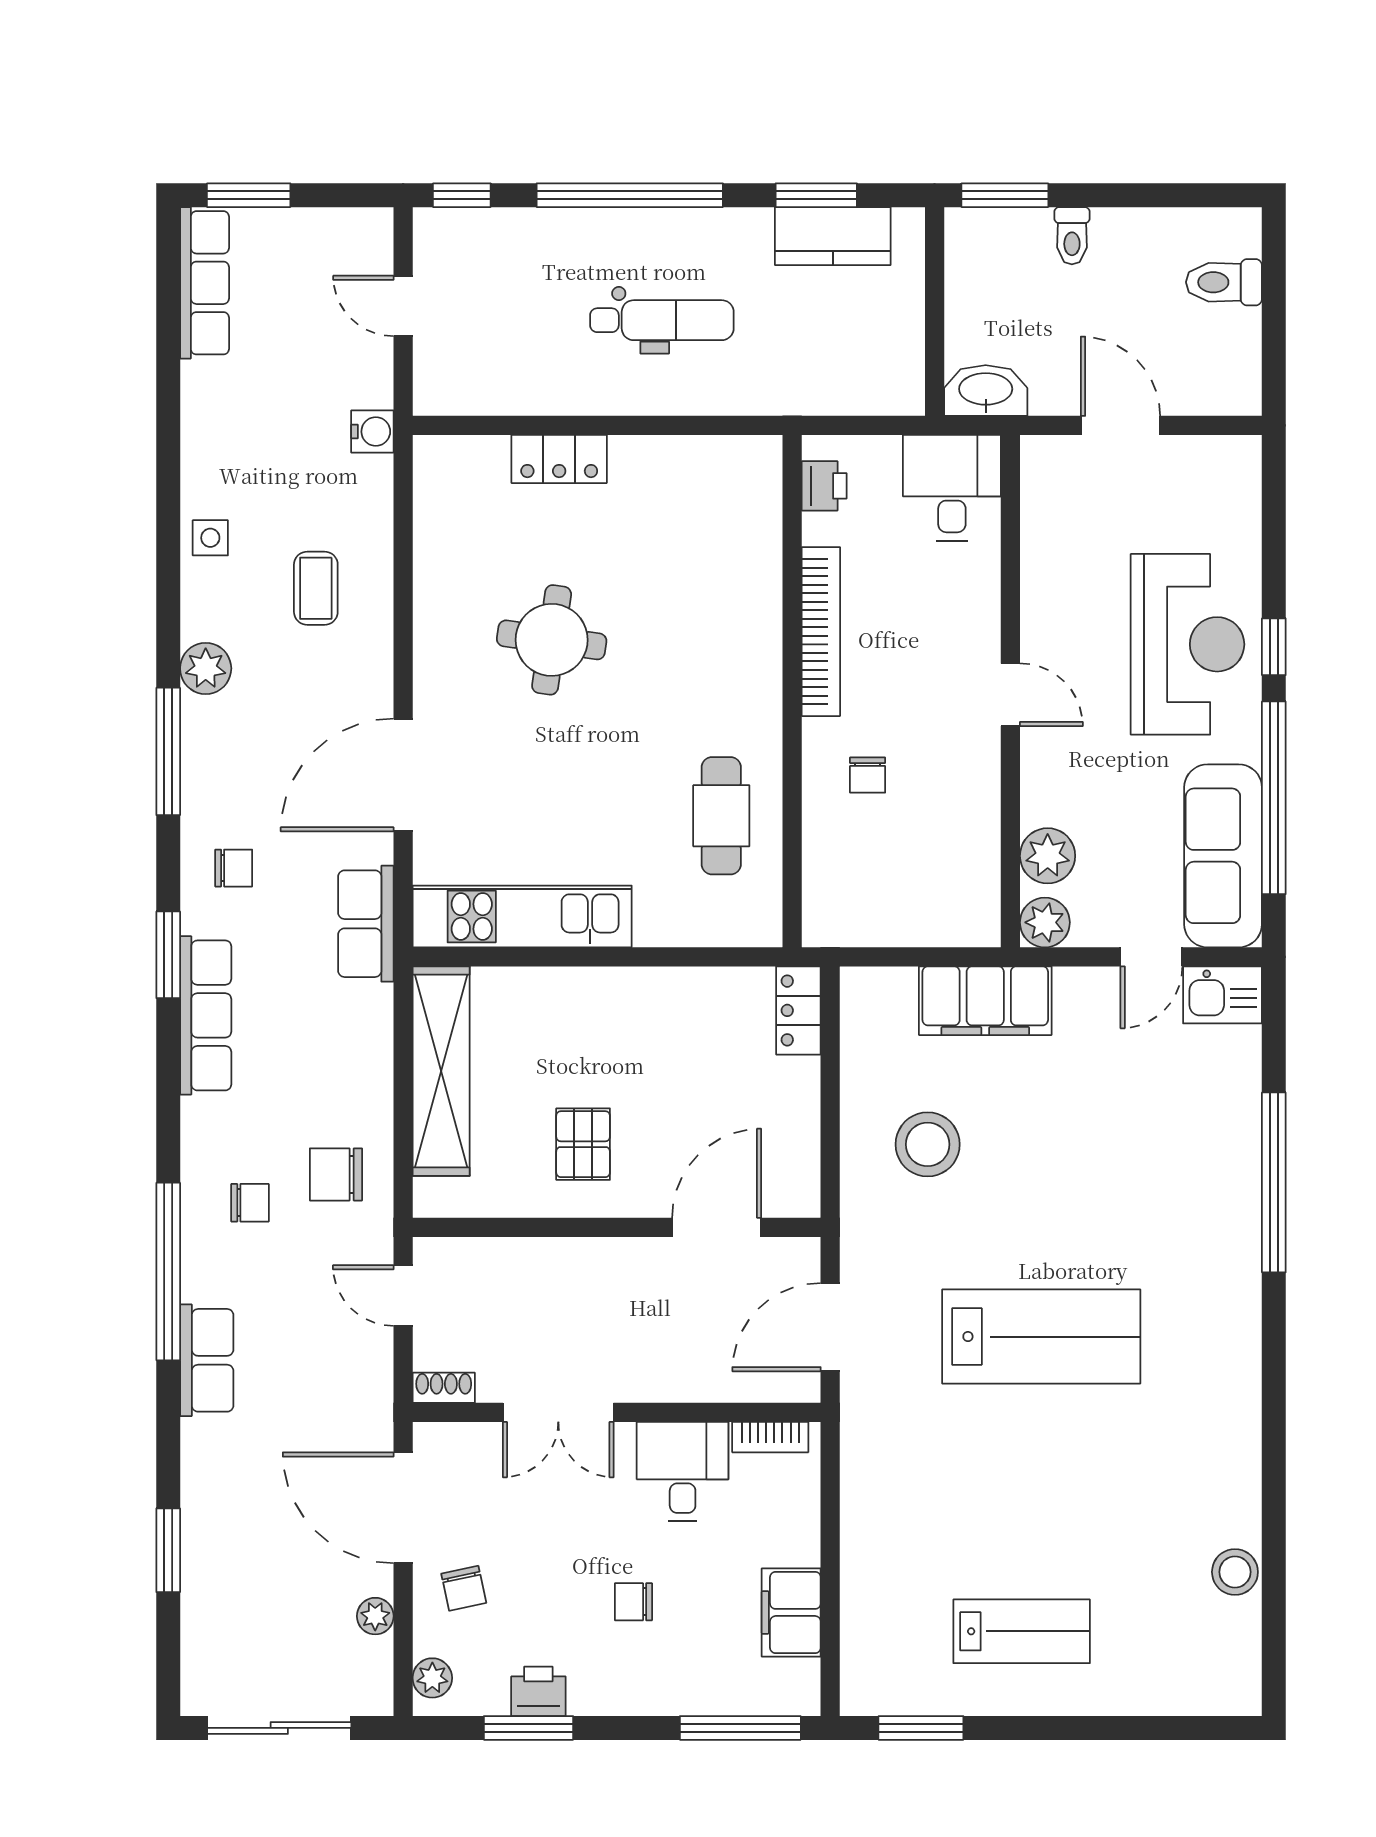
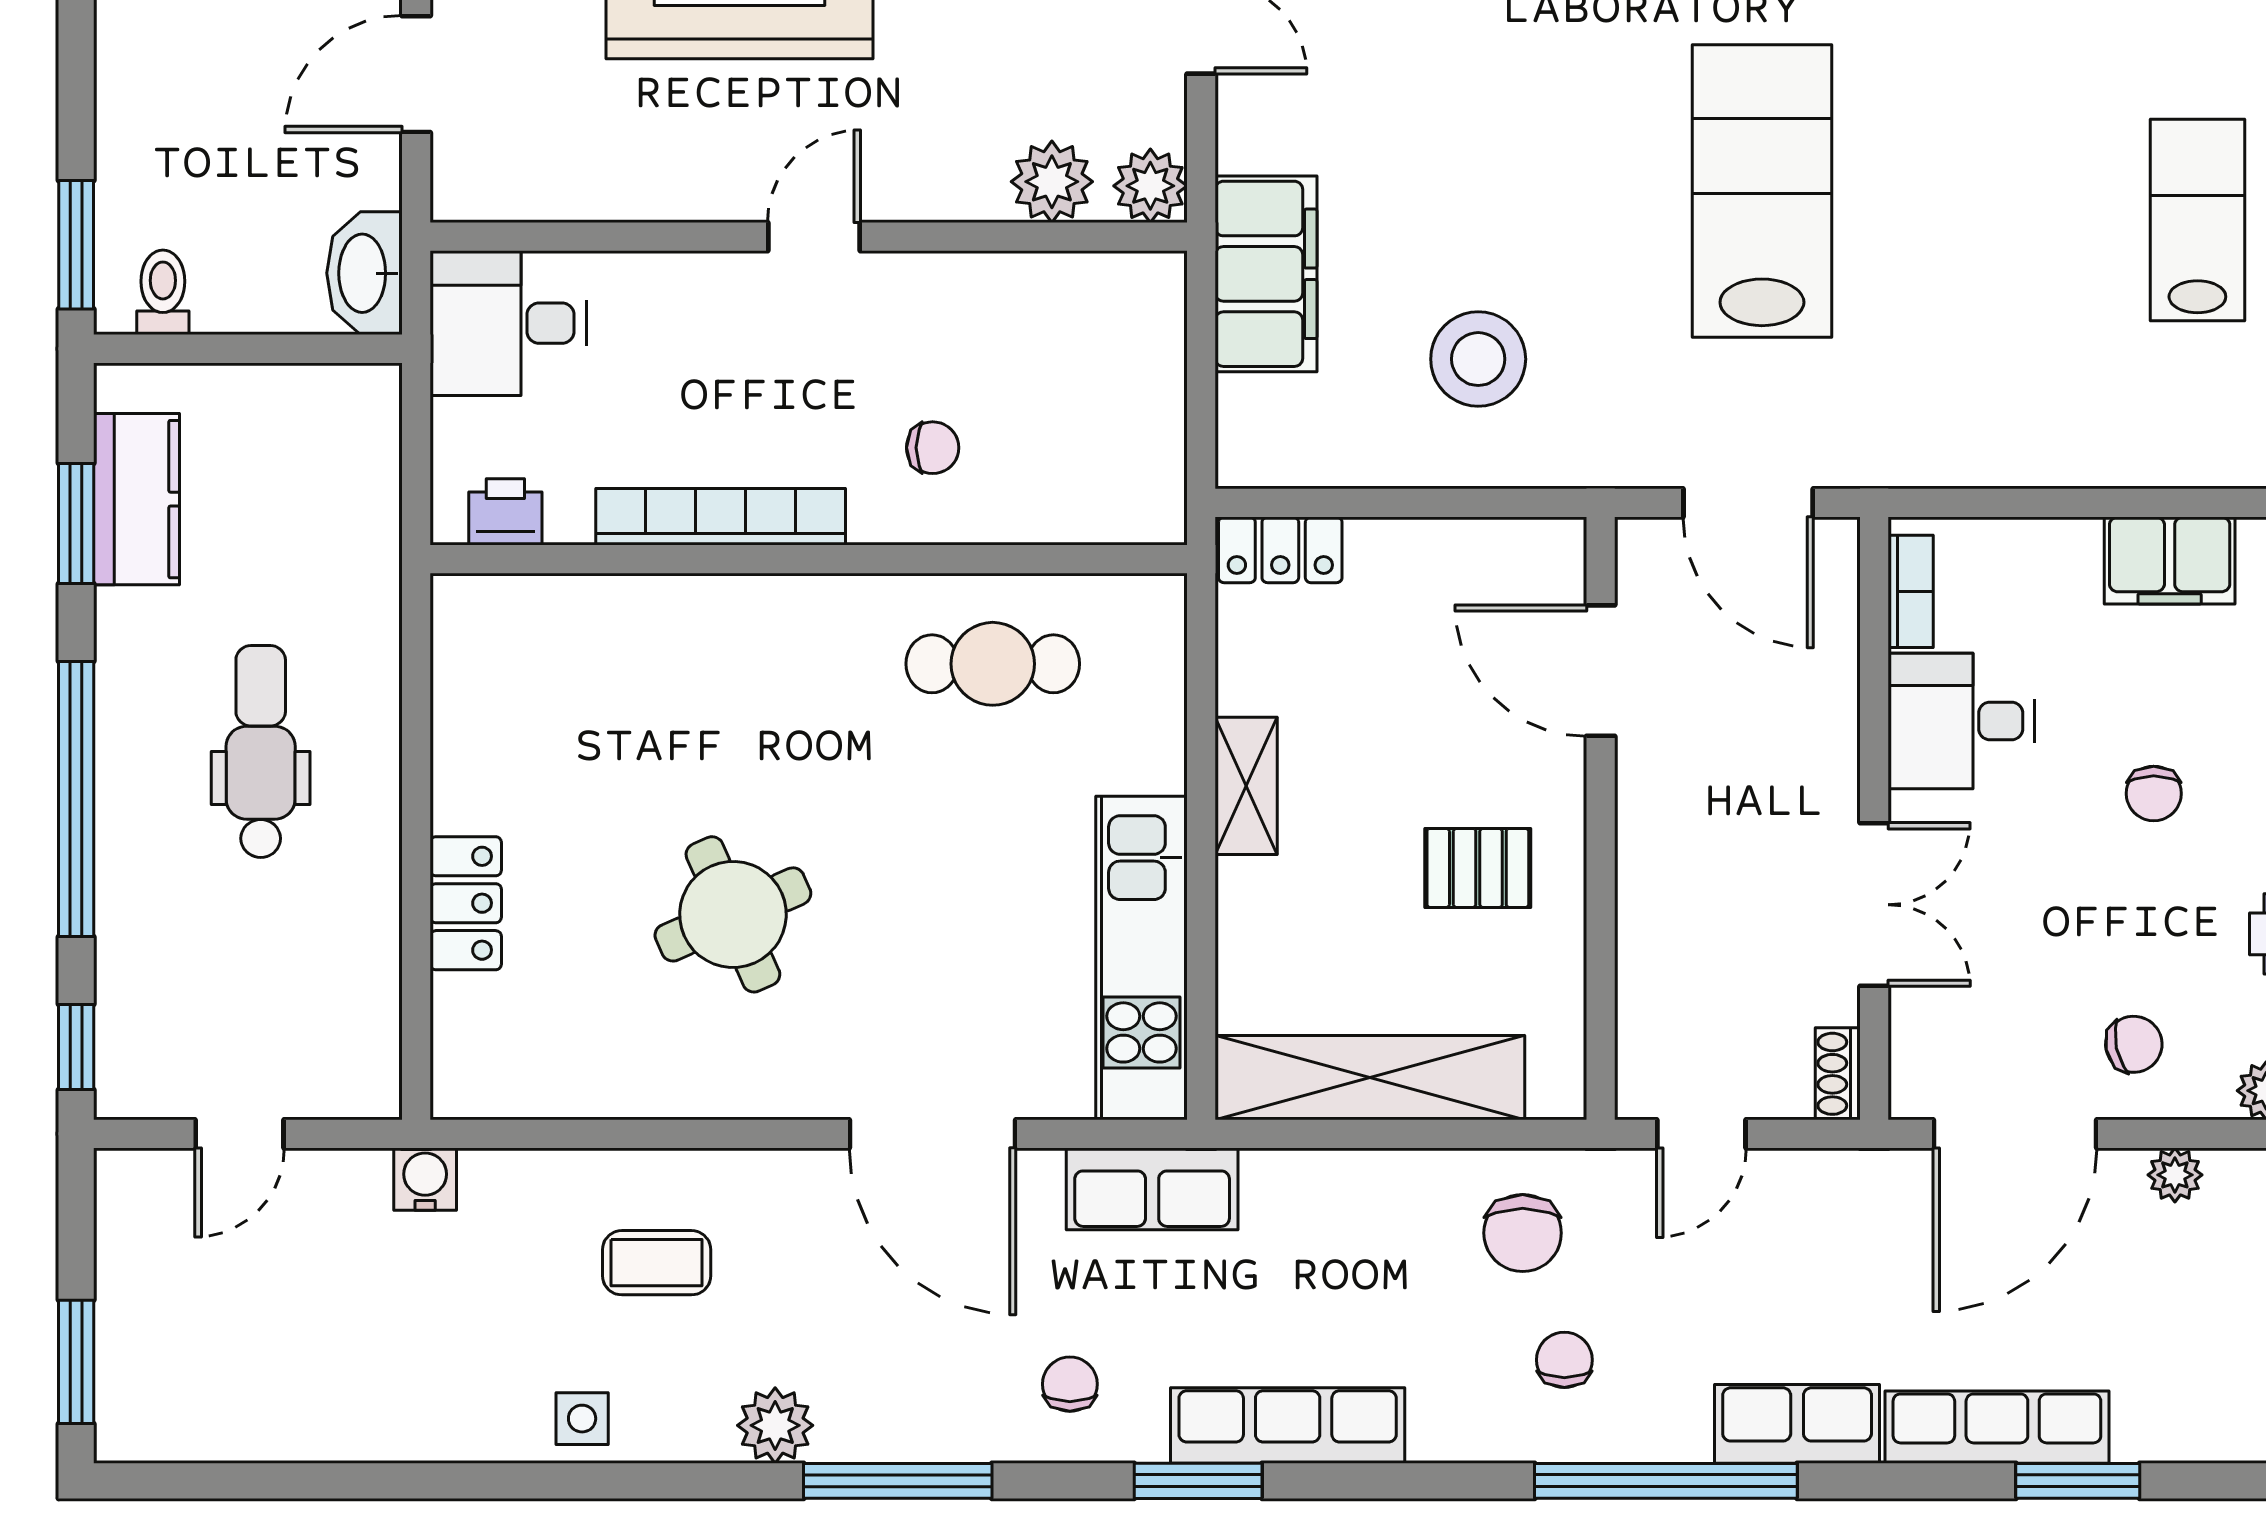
toilet: (1072, 236) -> (163, 292), moved, turned -90
row of seats: (205, 283) -> (1997, 1427), moved
round table: (552, 640) -> (733, 914), turned -32
shelving: (639, 987) -> (1246, 786), added

